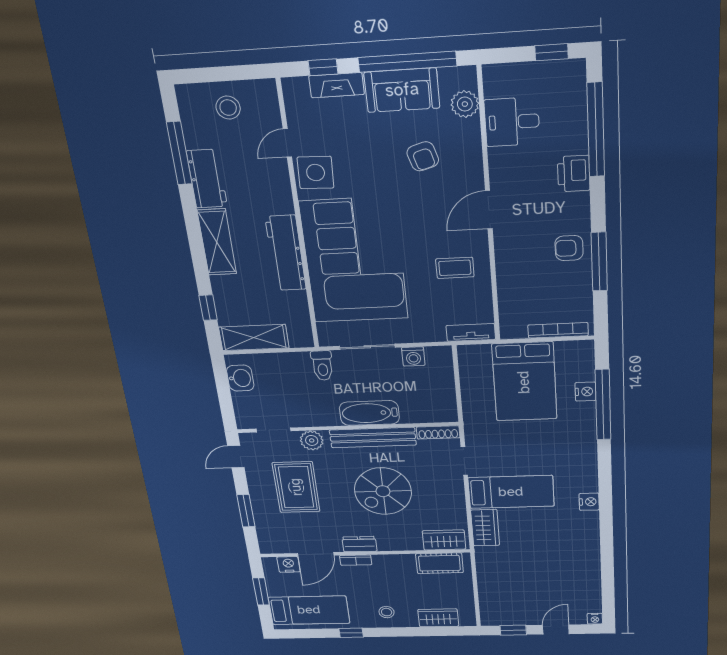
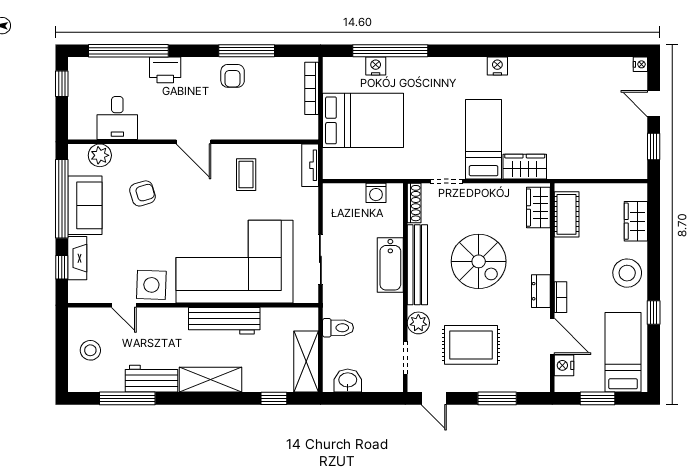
washing machine: (413, 356) -> (376, 193), moved, turned 90
toilet: (322, 366) -> (338, 328), moved
stool: (387, 612) -> (627, 273), width x1.89, depth x1.89

